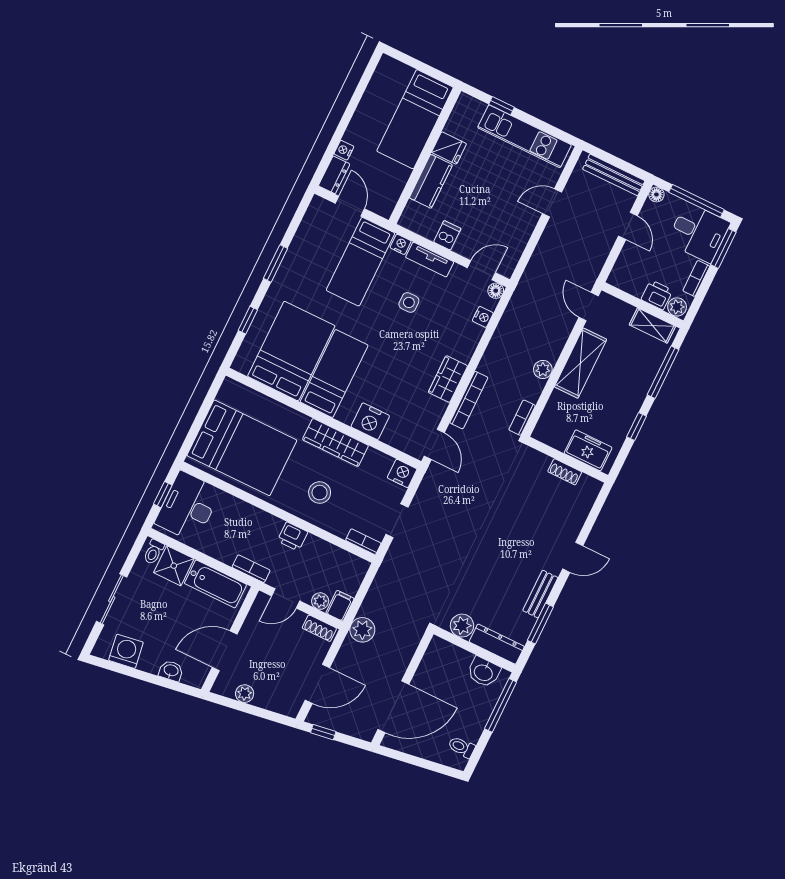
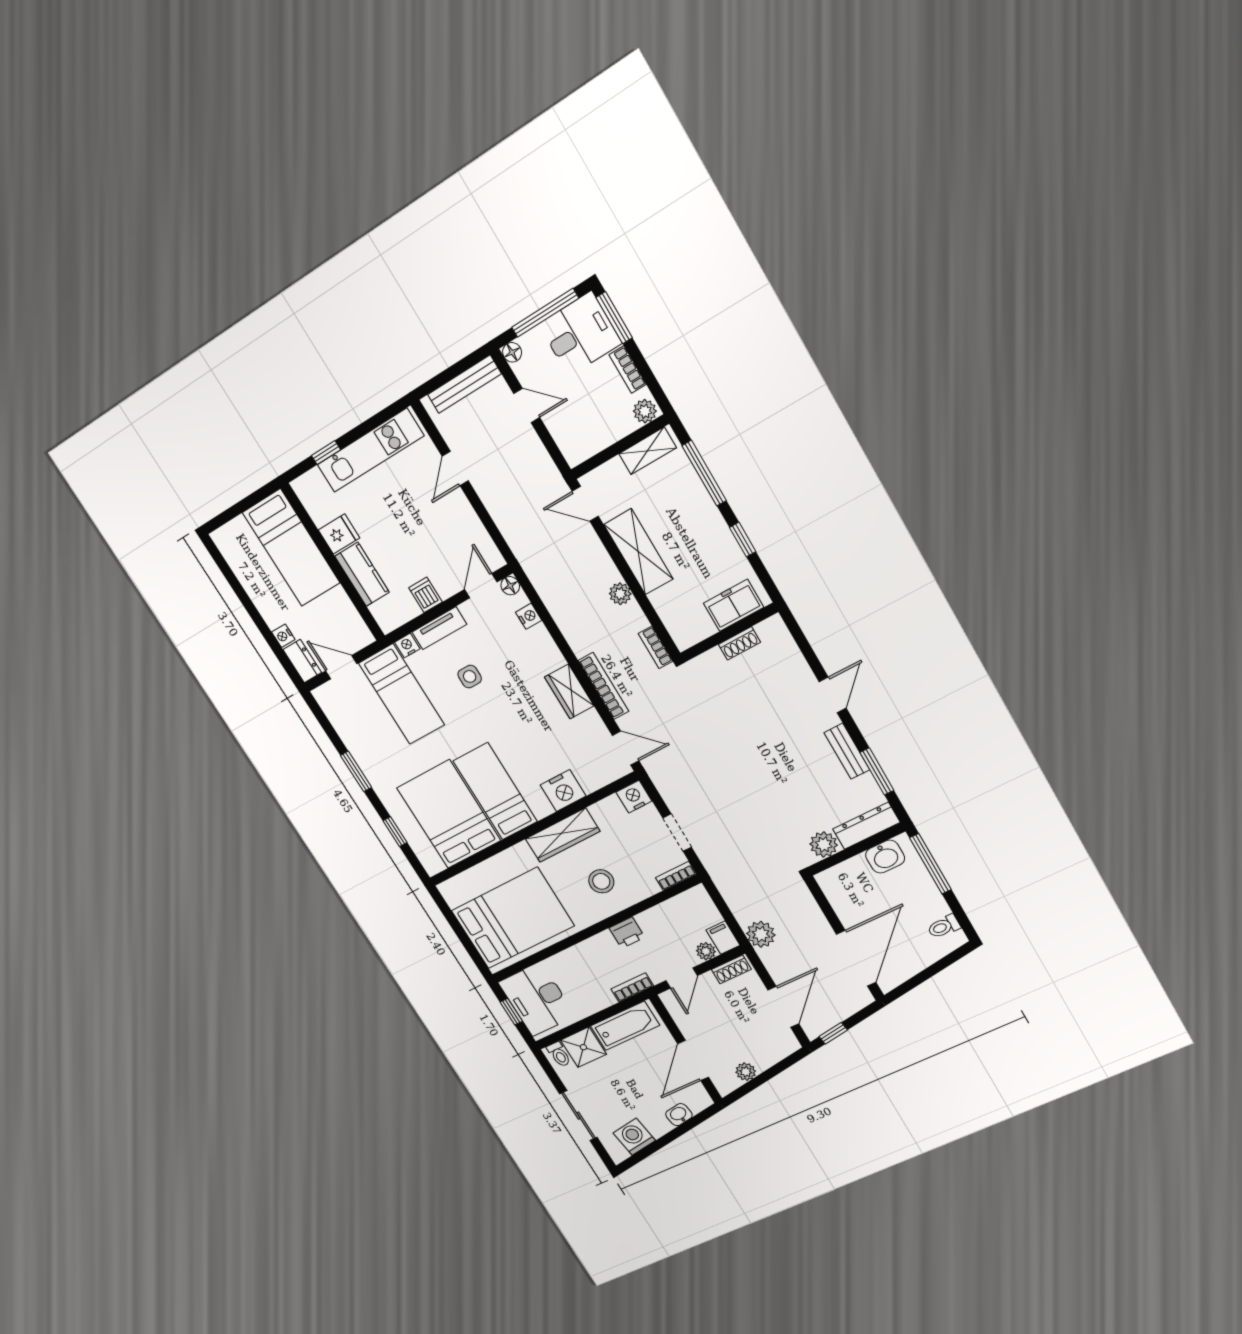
printer: (657, 295) -> (618, 424), removed

